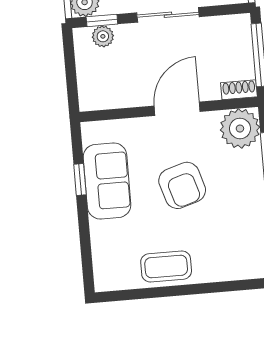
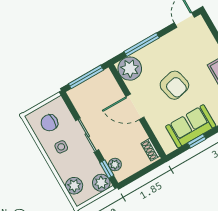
shoe rack: (239, 90) -> (150, 150), moved
armchair: (182, 185) -> (174, 85), turned 94

